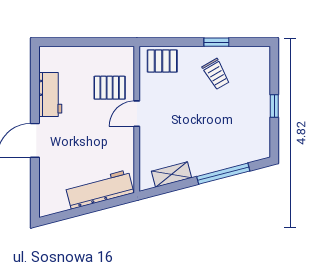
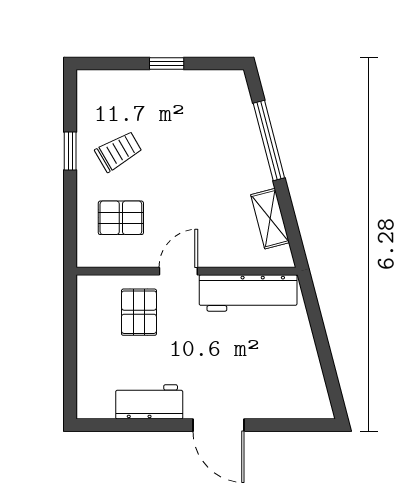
pallet: (162, 61) -> (121, 218), moved, turned 90
door: (137, 114) -> (178, 271), swing flipped
workbench: (100, 189) -> (248, 293), moved, turned -75

